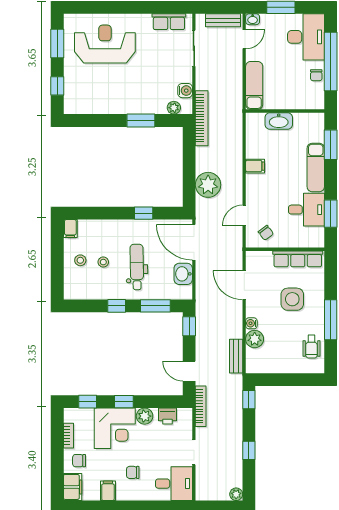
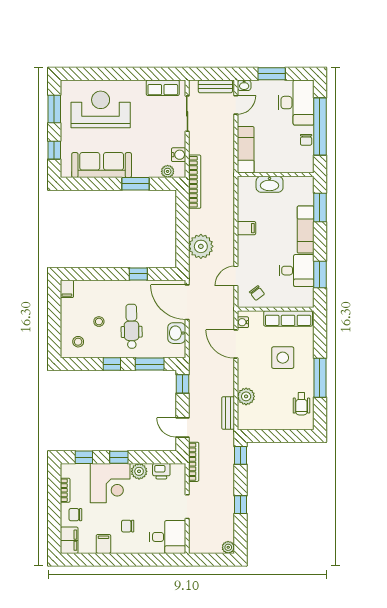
sofa: (106, 101) -> (102, 165), added
stool: (80, 260) -> (78, 342), moved
water cooler: (251, 323) -> (243, 322), moved

